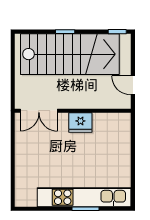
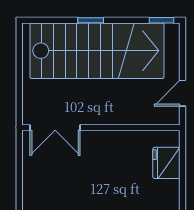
door: (133, 85) -> (183, 93), hinge flipped
fridge: (80, 123) -> (166, 163), moved, turned 90

